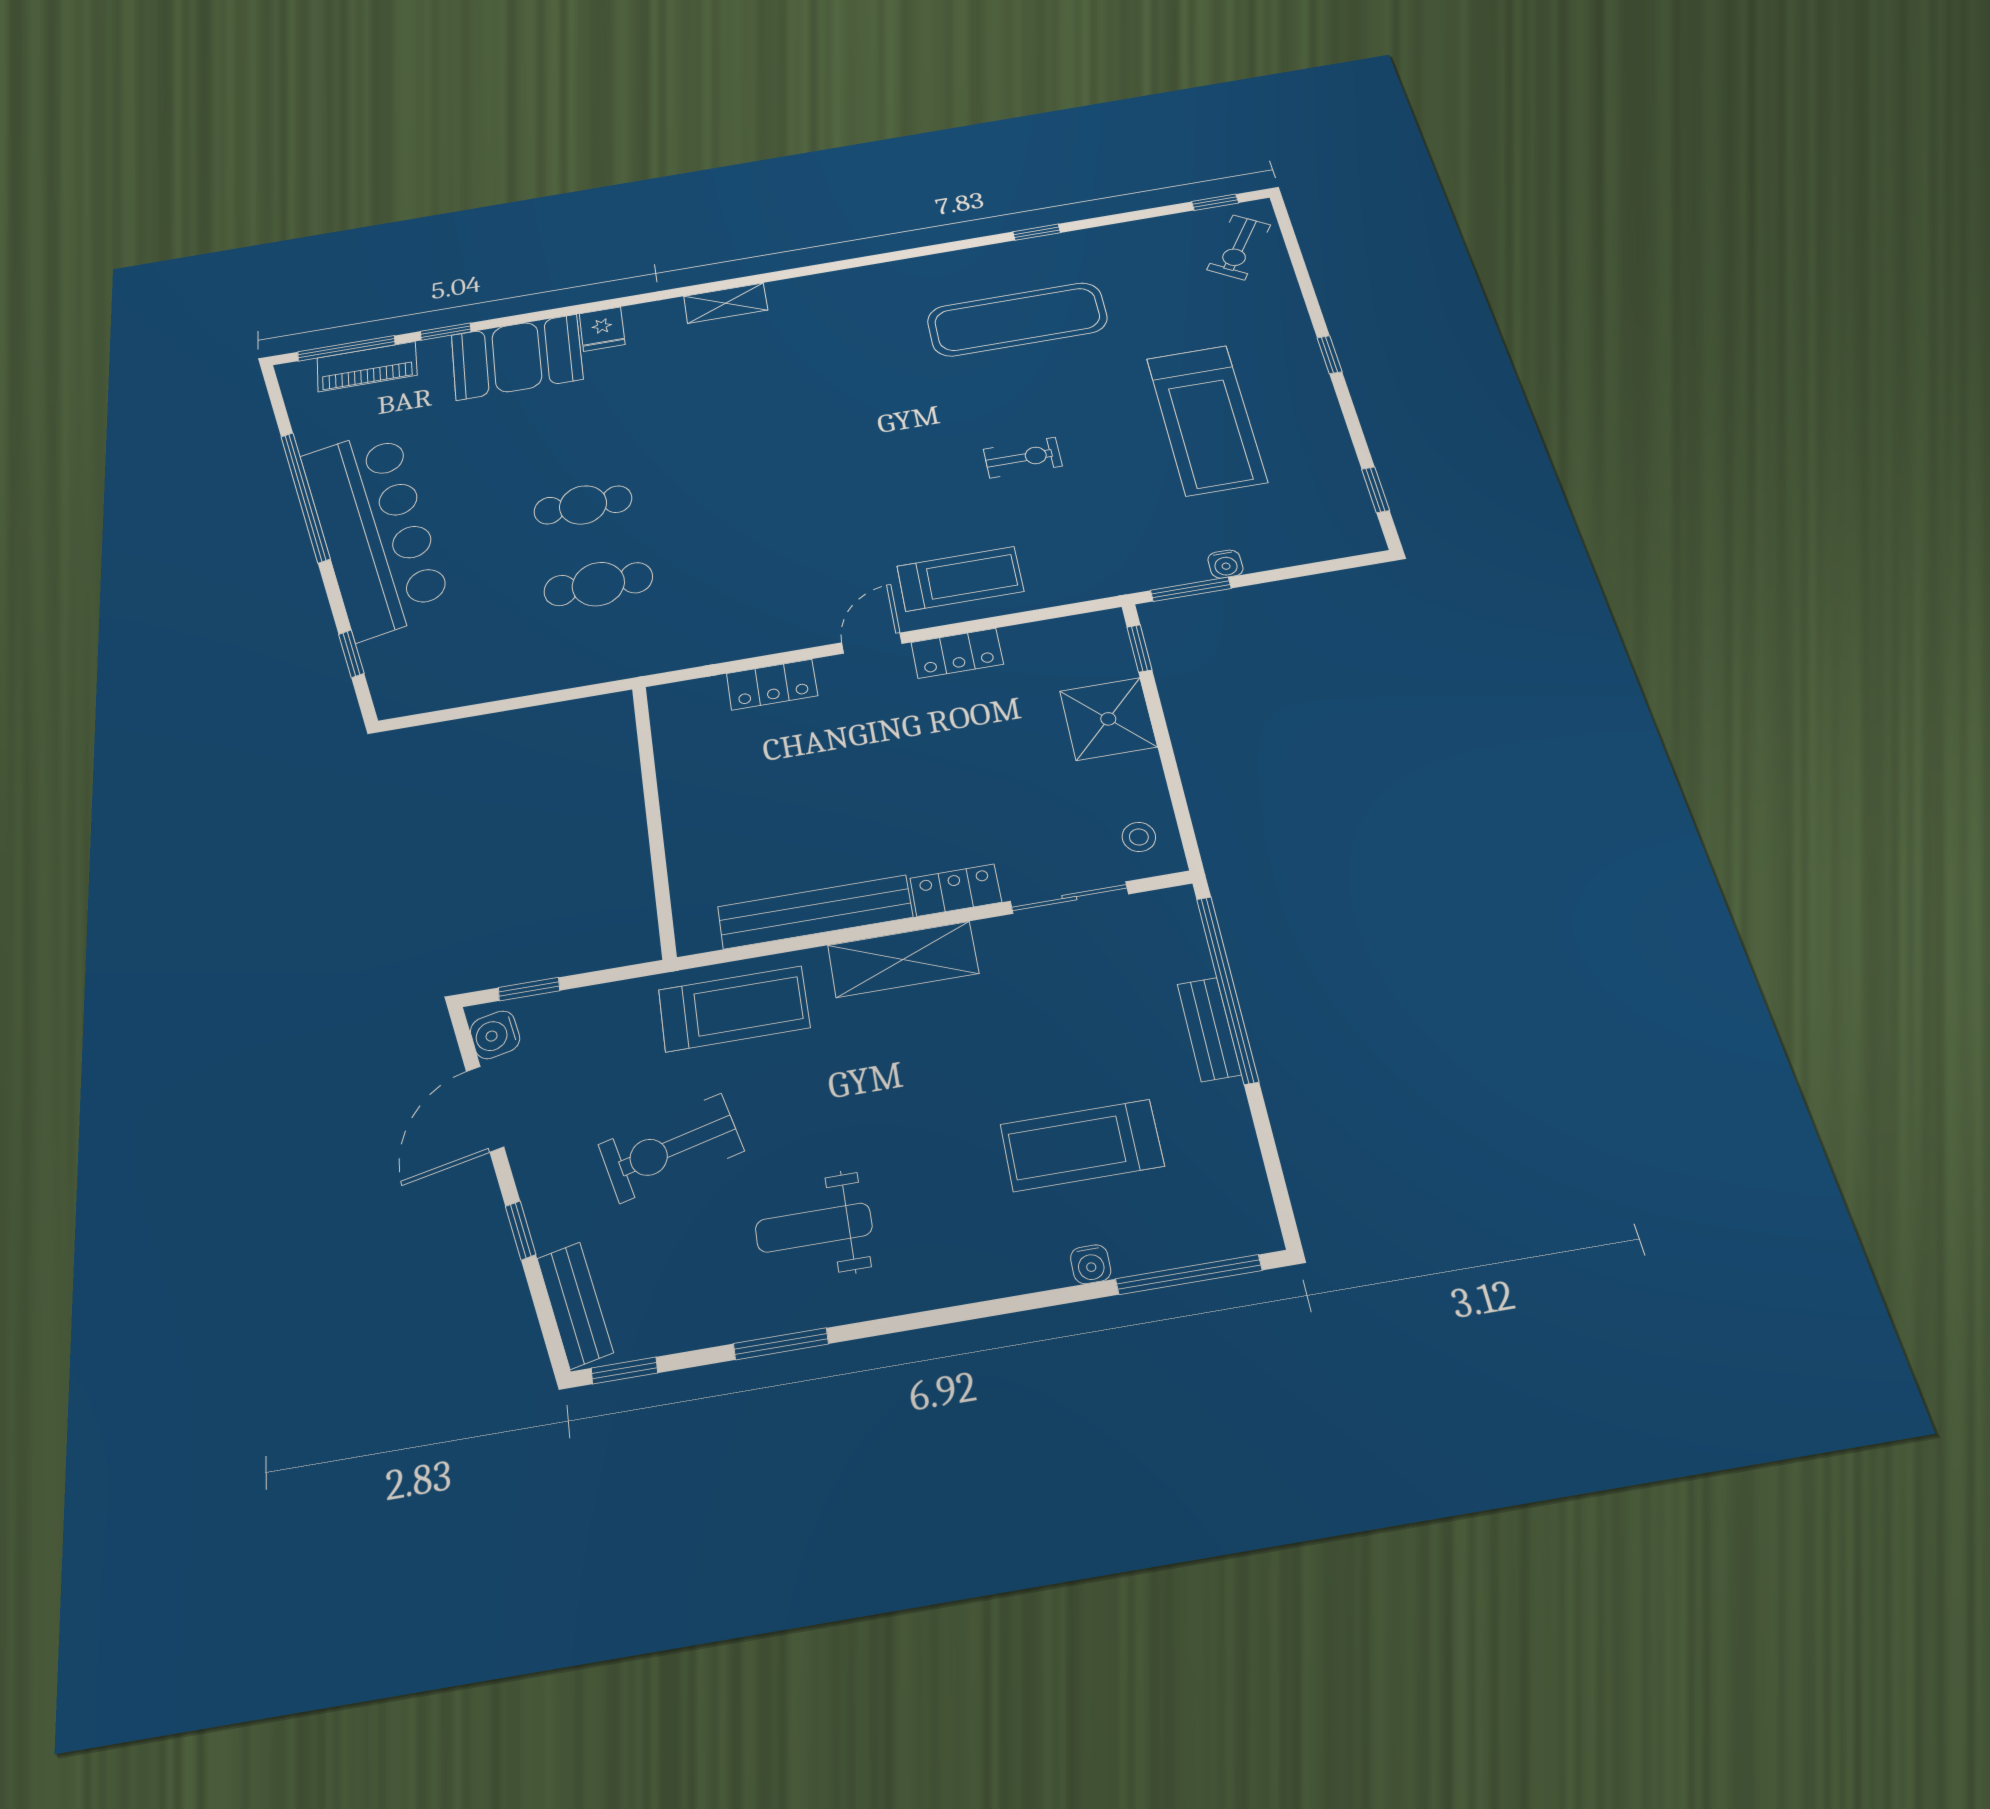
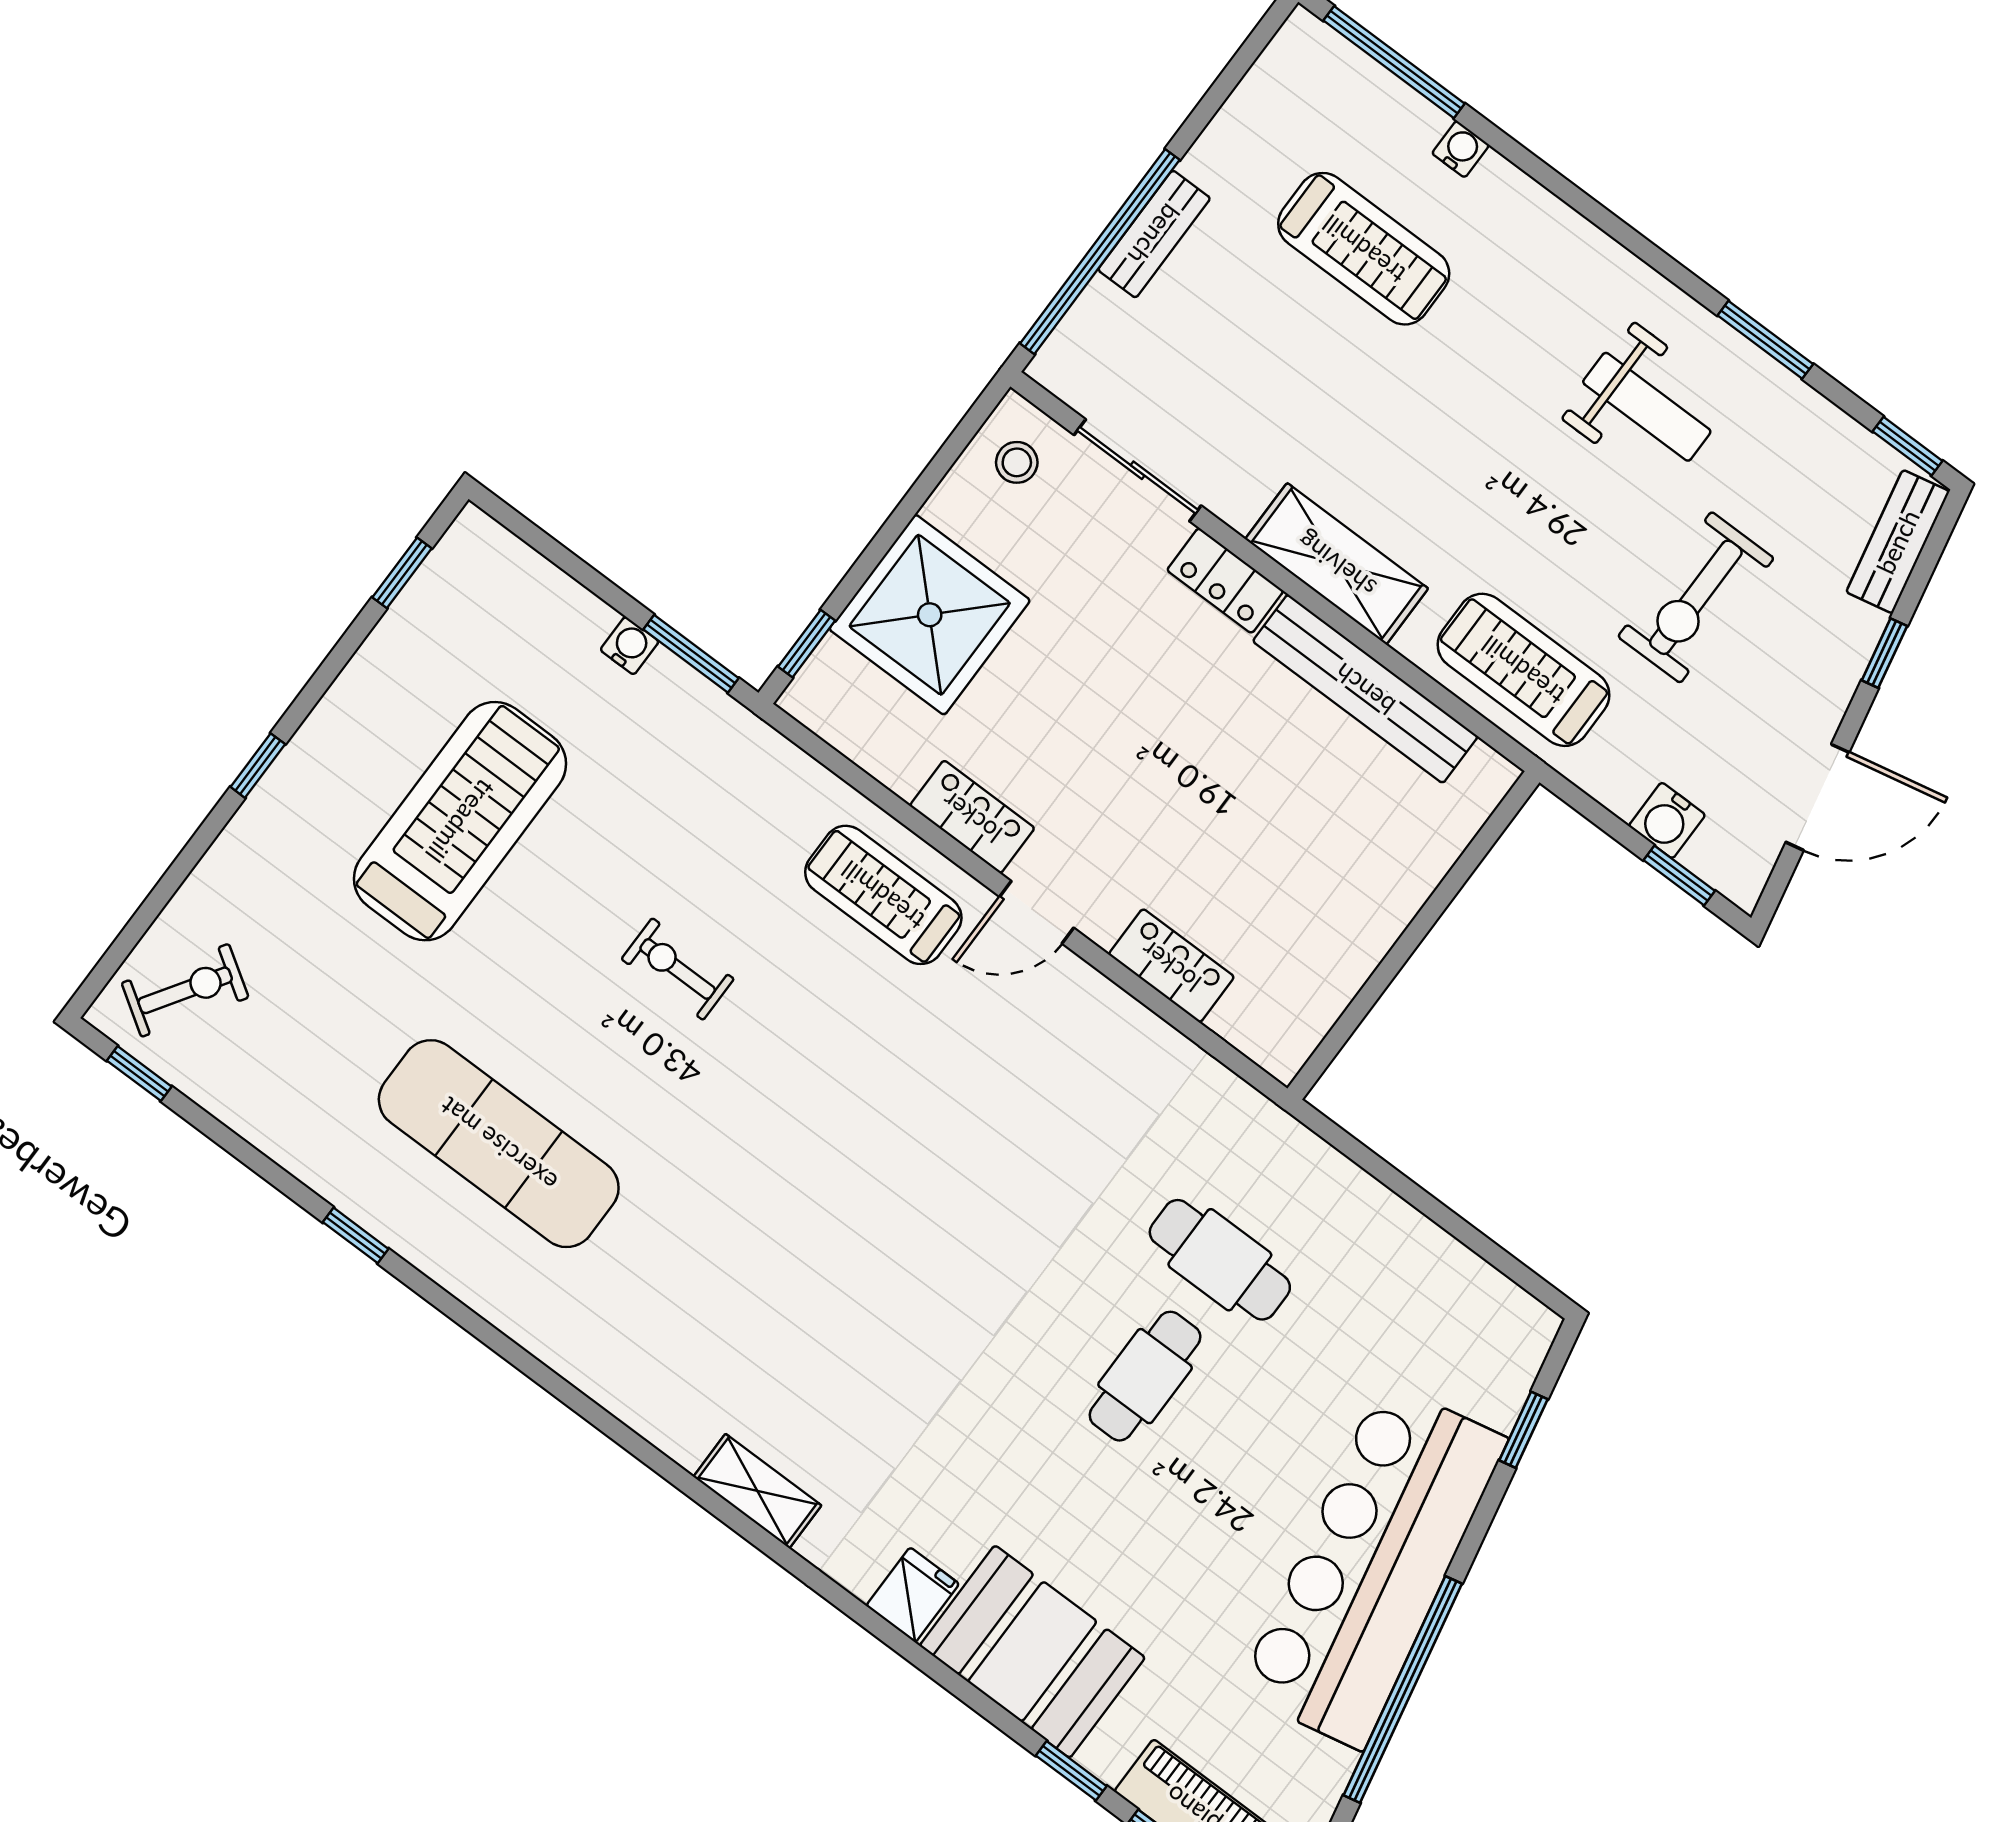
cafe table: (583, 505) -> (1145, 1376), turned 90
shower: (1108, 719) -> (930, 615), width x1.37, depth x1.37
water cooler: (495, 1035) -> (1667, 820), moved, turned 102
exercise bike: (671, 1148) -> (1696, 597), turned 104

